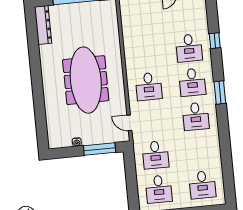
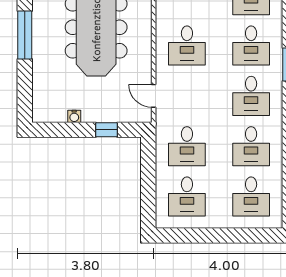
window: (38, 90) -> (25, 35), added
window: (100, 149) -> (106, 130), width x0.46
desk: (199, 151) -> (251, 146), added

